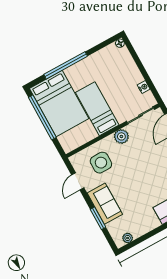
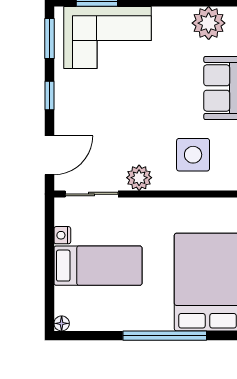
bed: (97, 109) -> (98, 266), moved, turned -90
plant: (128, 238) -> (209, 23), width x1.88, depth x1.88

